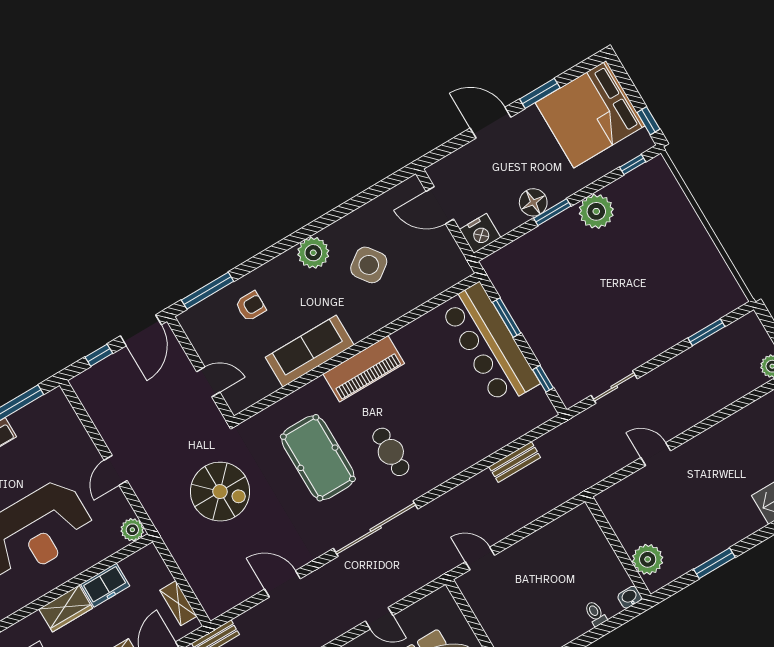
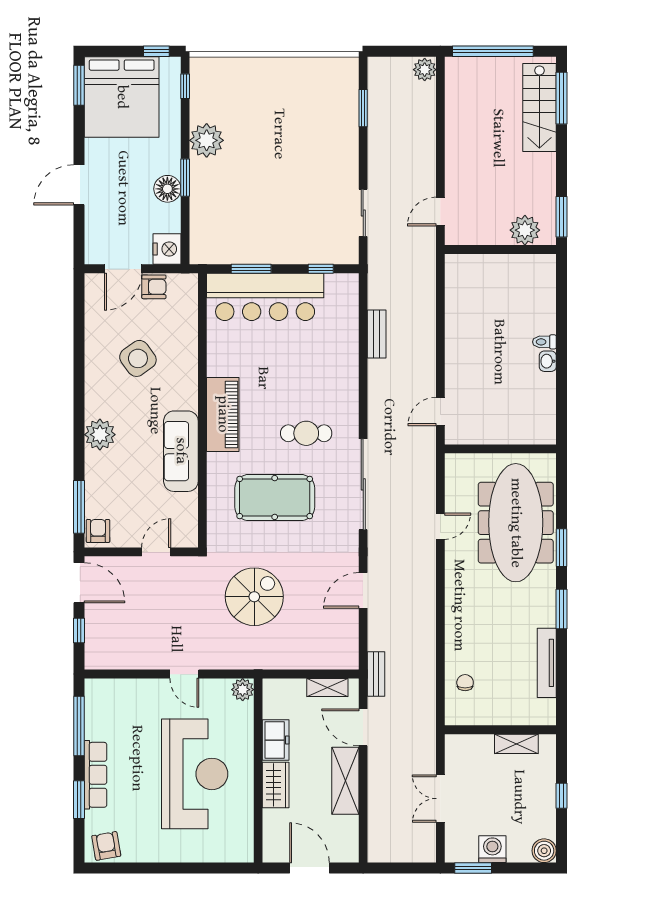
window: (540, 93) -> (79, 85), moved
armchair: (440, 242) -> (154, 287), added
plant: (313, 253) -> (100, 435), moved
armchair: (251, 306) -> (98, 531), moved
wall: (618, 548) -> (500, 249), moved
plant: (648, 559) -> (525, 230), moved
washbasin: (630, 597) -> (548, 361), moved

